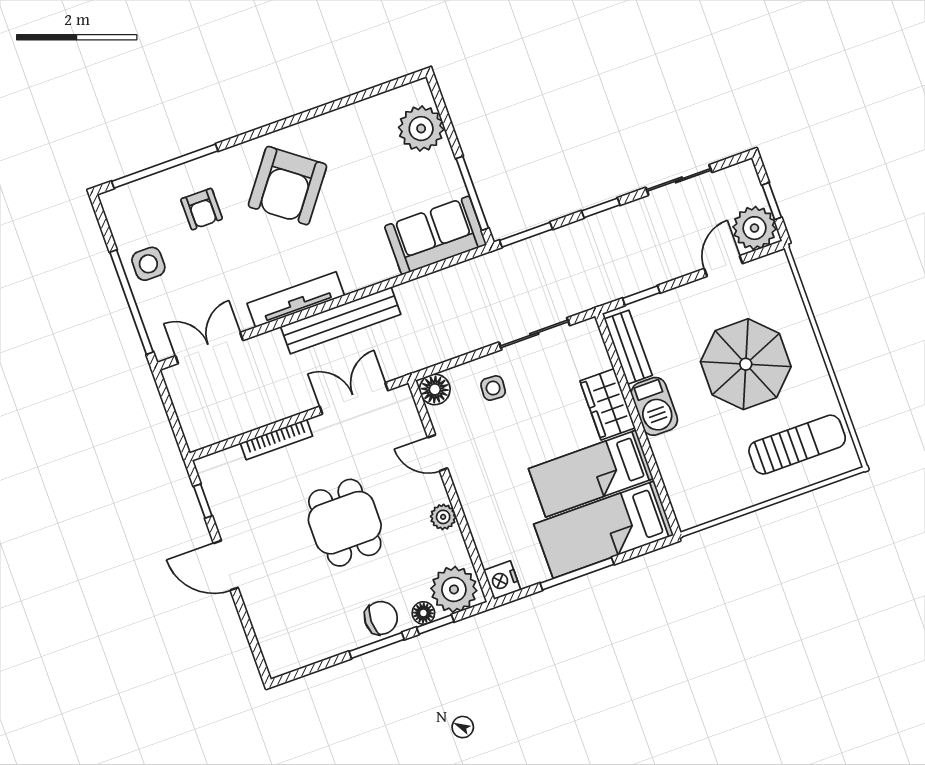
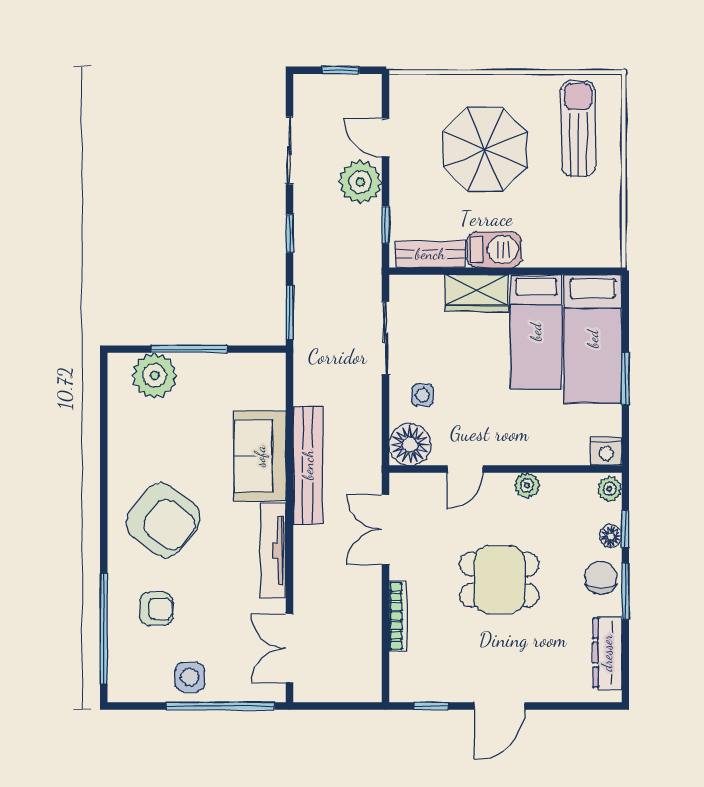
window: (472, 193) -> (189, 349), moved
plant: (754, 228) -> (360, 182), moved
sofa: (436, 235) -> (260, 456), moved
bench: (341, 320) -> (308, 465), moved
floor lamp: (435, 389) -> (410, 445), width x1.38, depth x1.38
window: (577, 574) -> (625, 379), width x0.69
plant: (454, 589) -> (609, 489), width x0.53, depth x0.53
dresser: (312, 649) -> (607, 653), added

